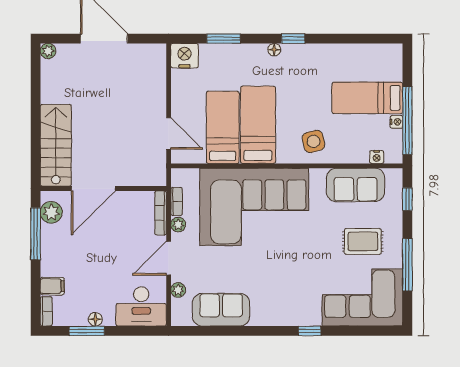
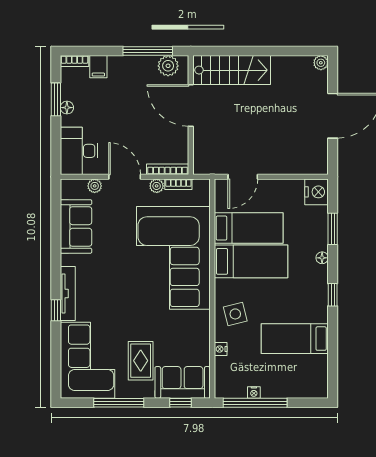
floor lamp: (274, 50) -> (322, 258), moved
bed: (367, 98) -> (295, 339), moved, turned -90
nightstand: (377, 157) -> (221, 349), moved
sofa: (356, 185) -> (183, 382), moved, turned 90
tv unit: (292, 318) -> (68, 294), added

